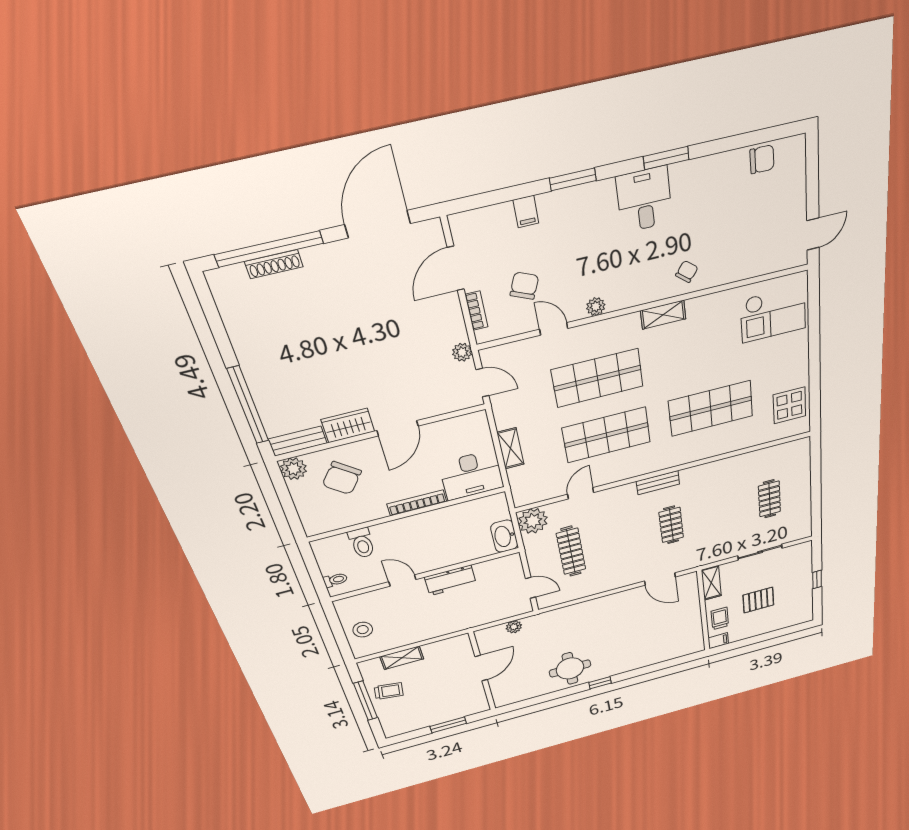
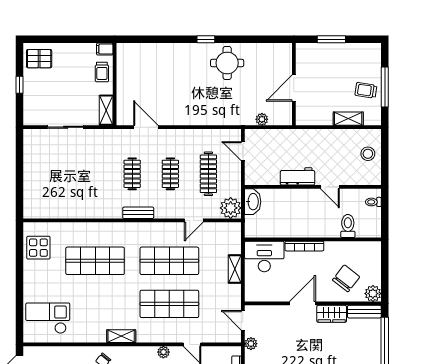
clothes rail: (769, 499) -> (170, 174), moved
pallet: (758, 600) -> (39, 59), moved

